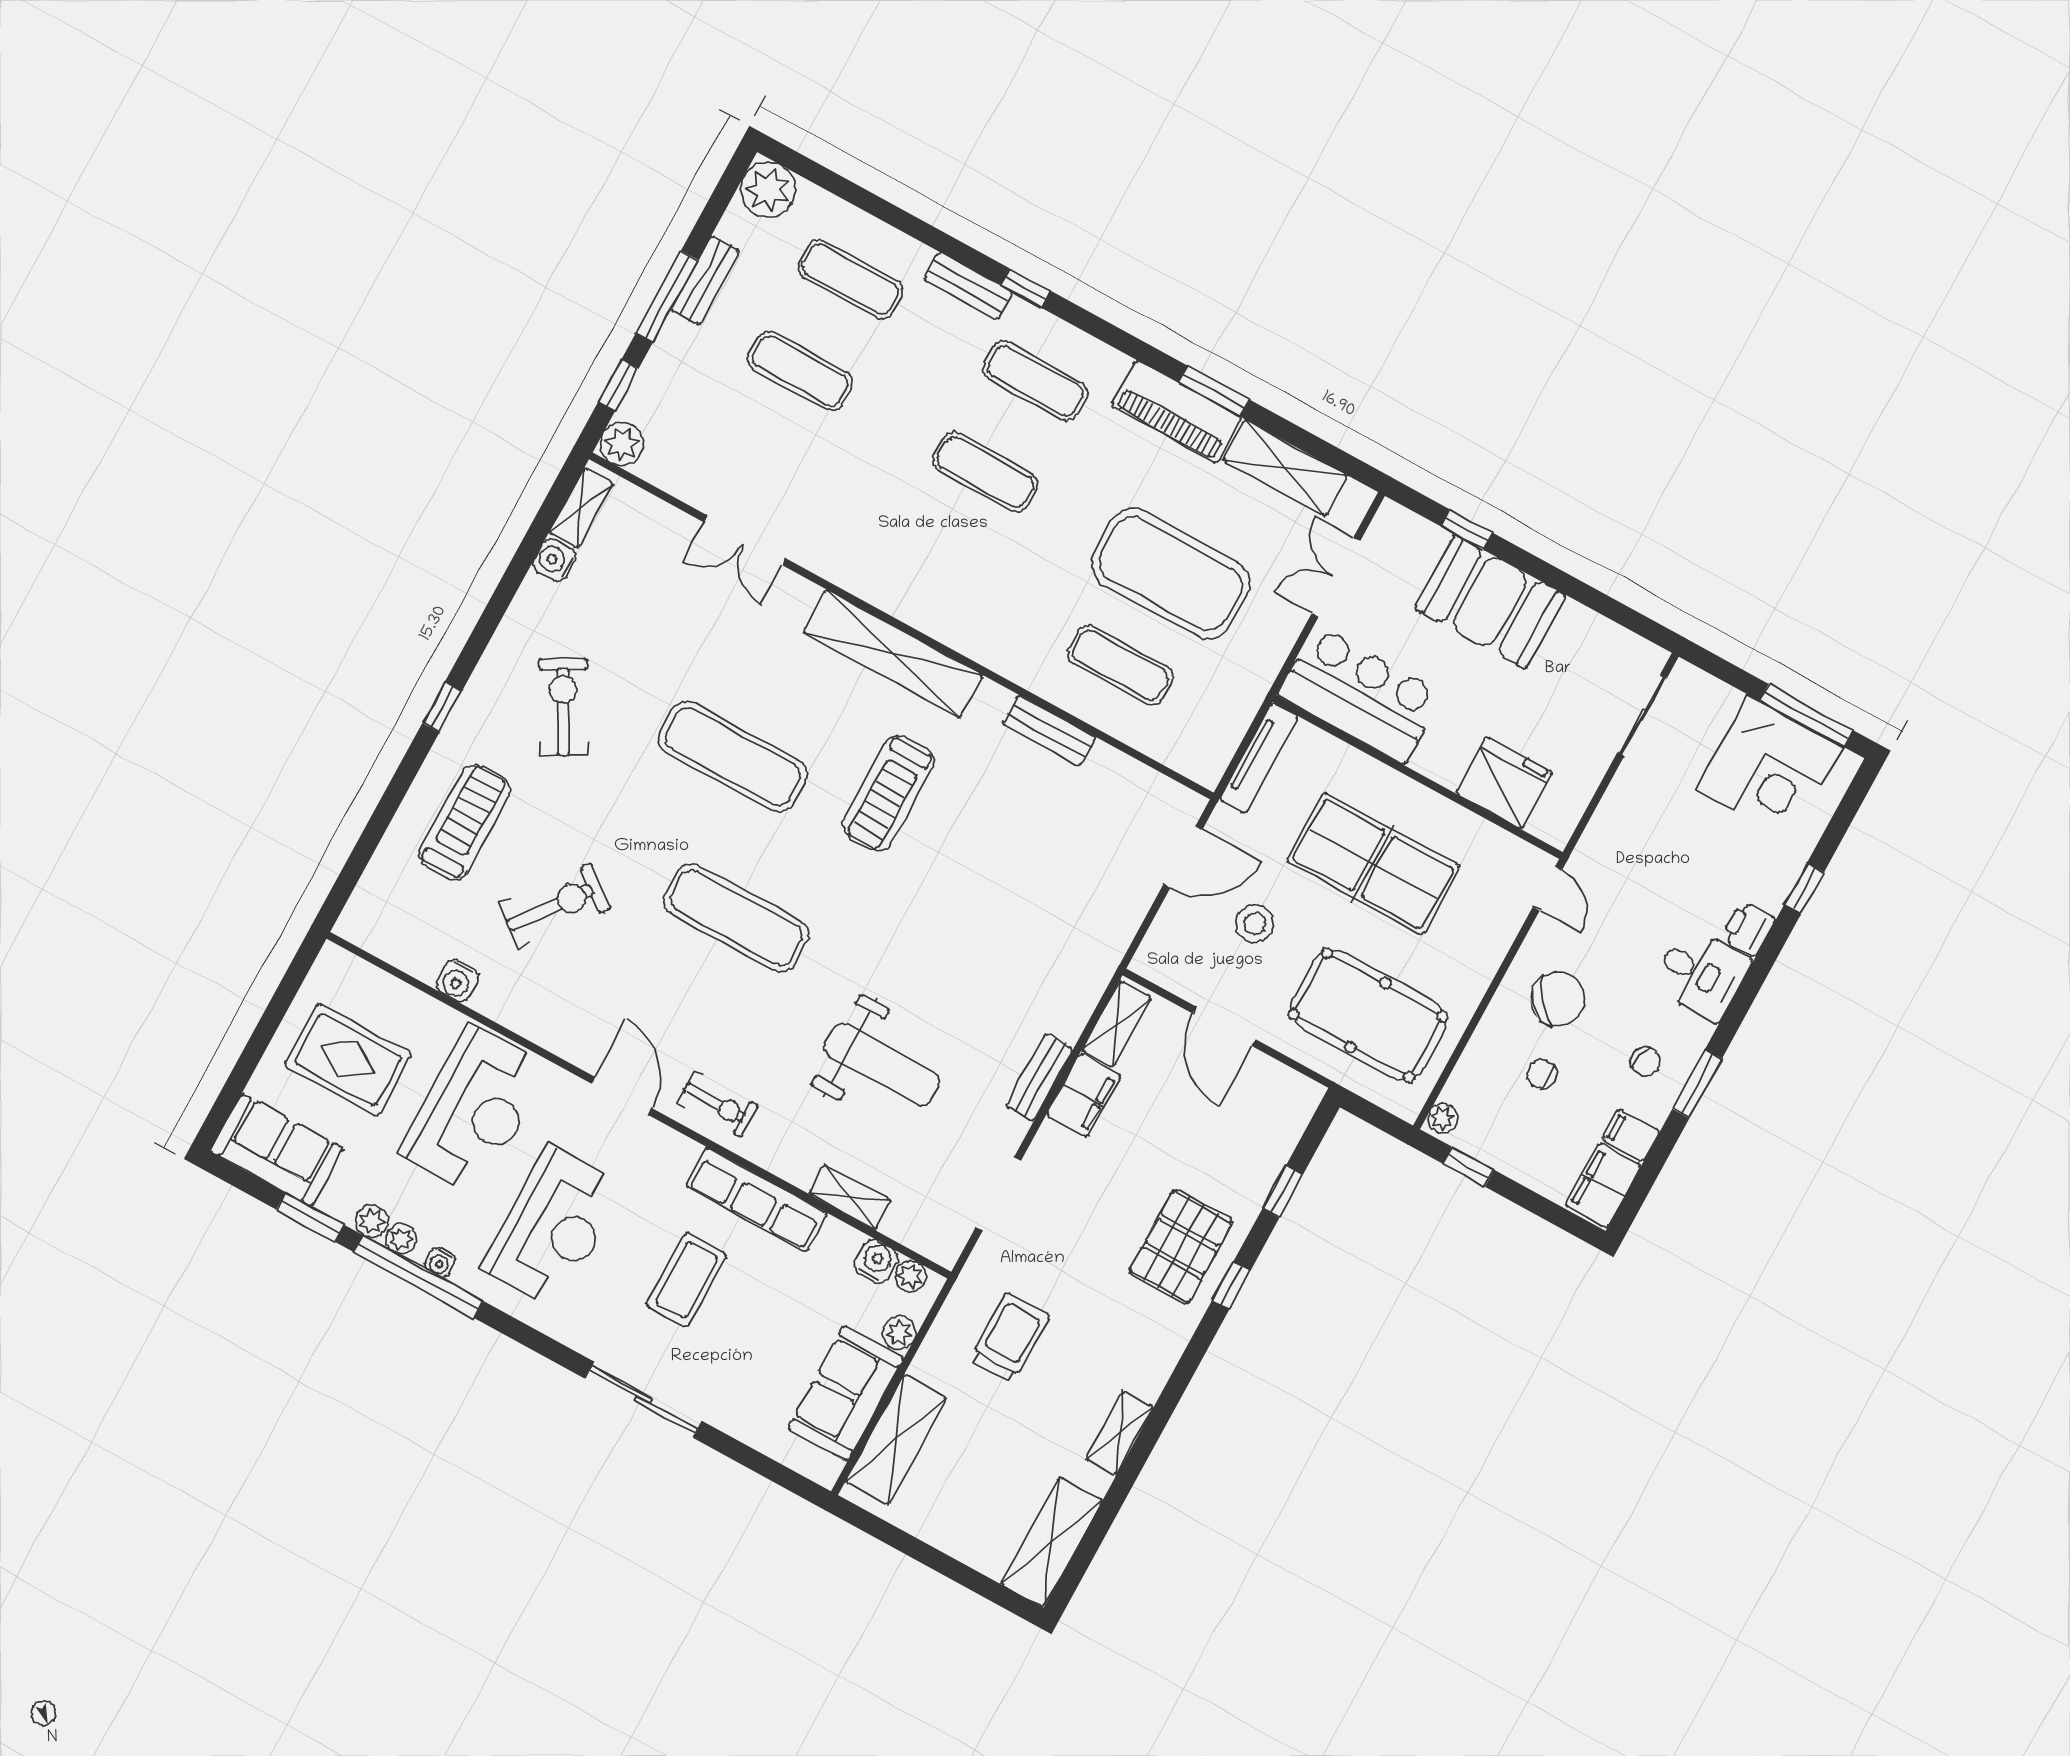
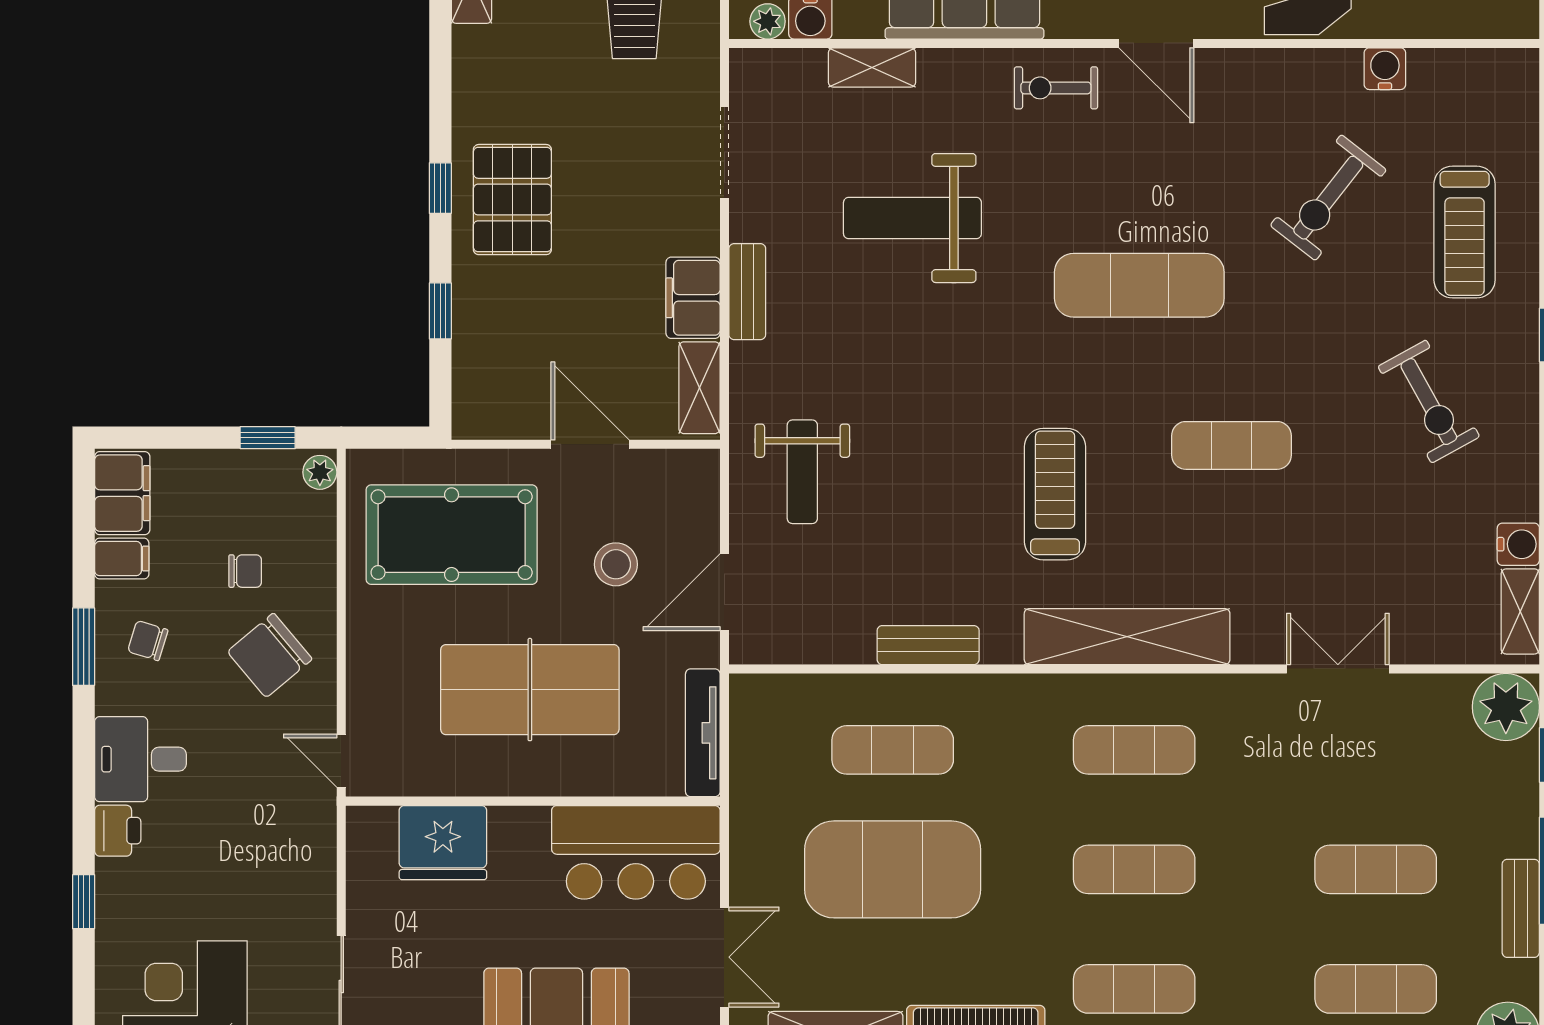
plant: (622, 444) -> (1506, 707), width x1.36, depth x1.36
exercise mat: (935, 564) -> (1134, 750), added
exercise mat: (733, 756) -> (1231, 445), width x0.73, depth x0.69
weight bench: (1073, 916) -> (802, 472), added

